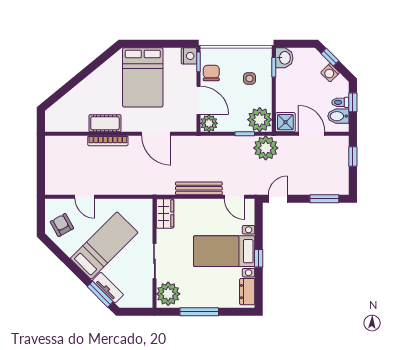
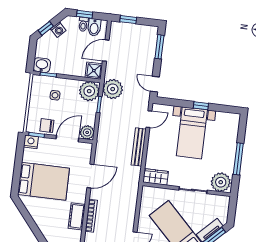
dresser: (247, 292) -> (227, 118), removed

